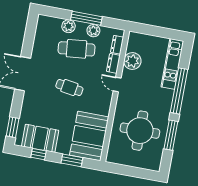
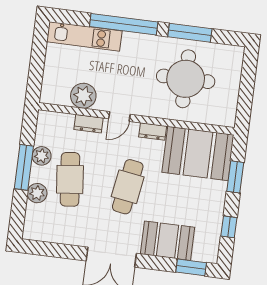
dresser: (117, 45) -> (153, 132), moved
cafe table: (69, 87) -> (128, 187), width x1.37, depth x1.35
booth: (40, 138) -> (168, 241), moved, turned 90

